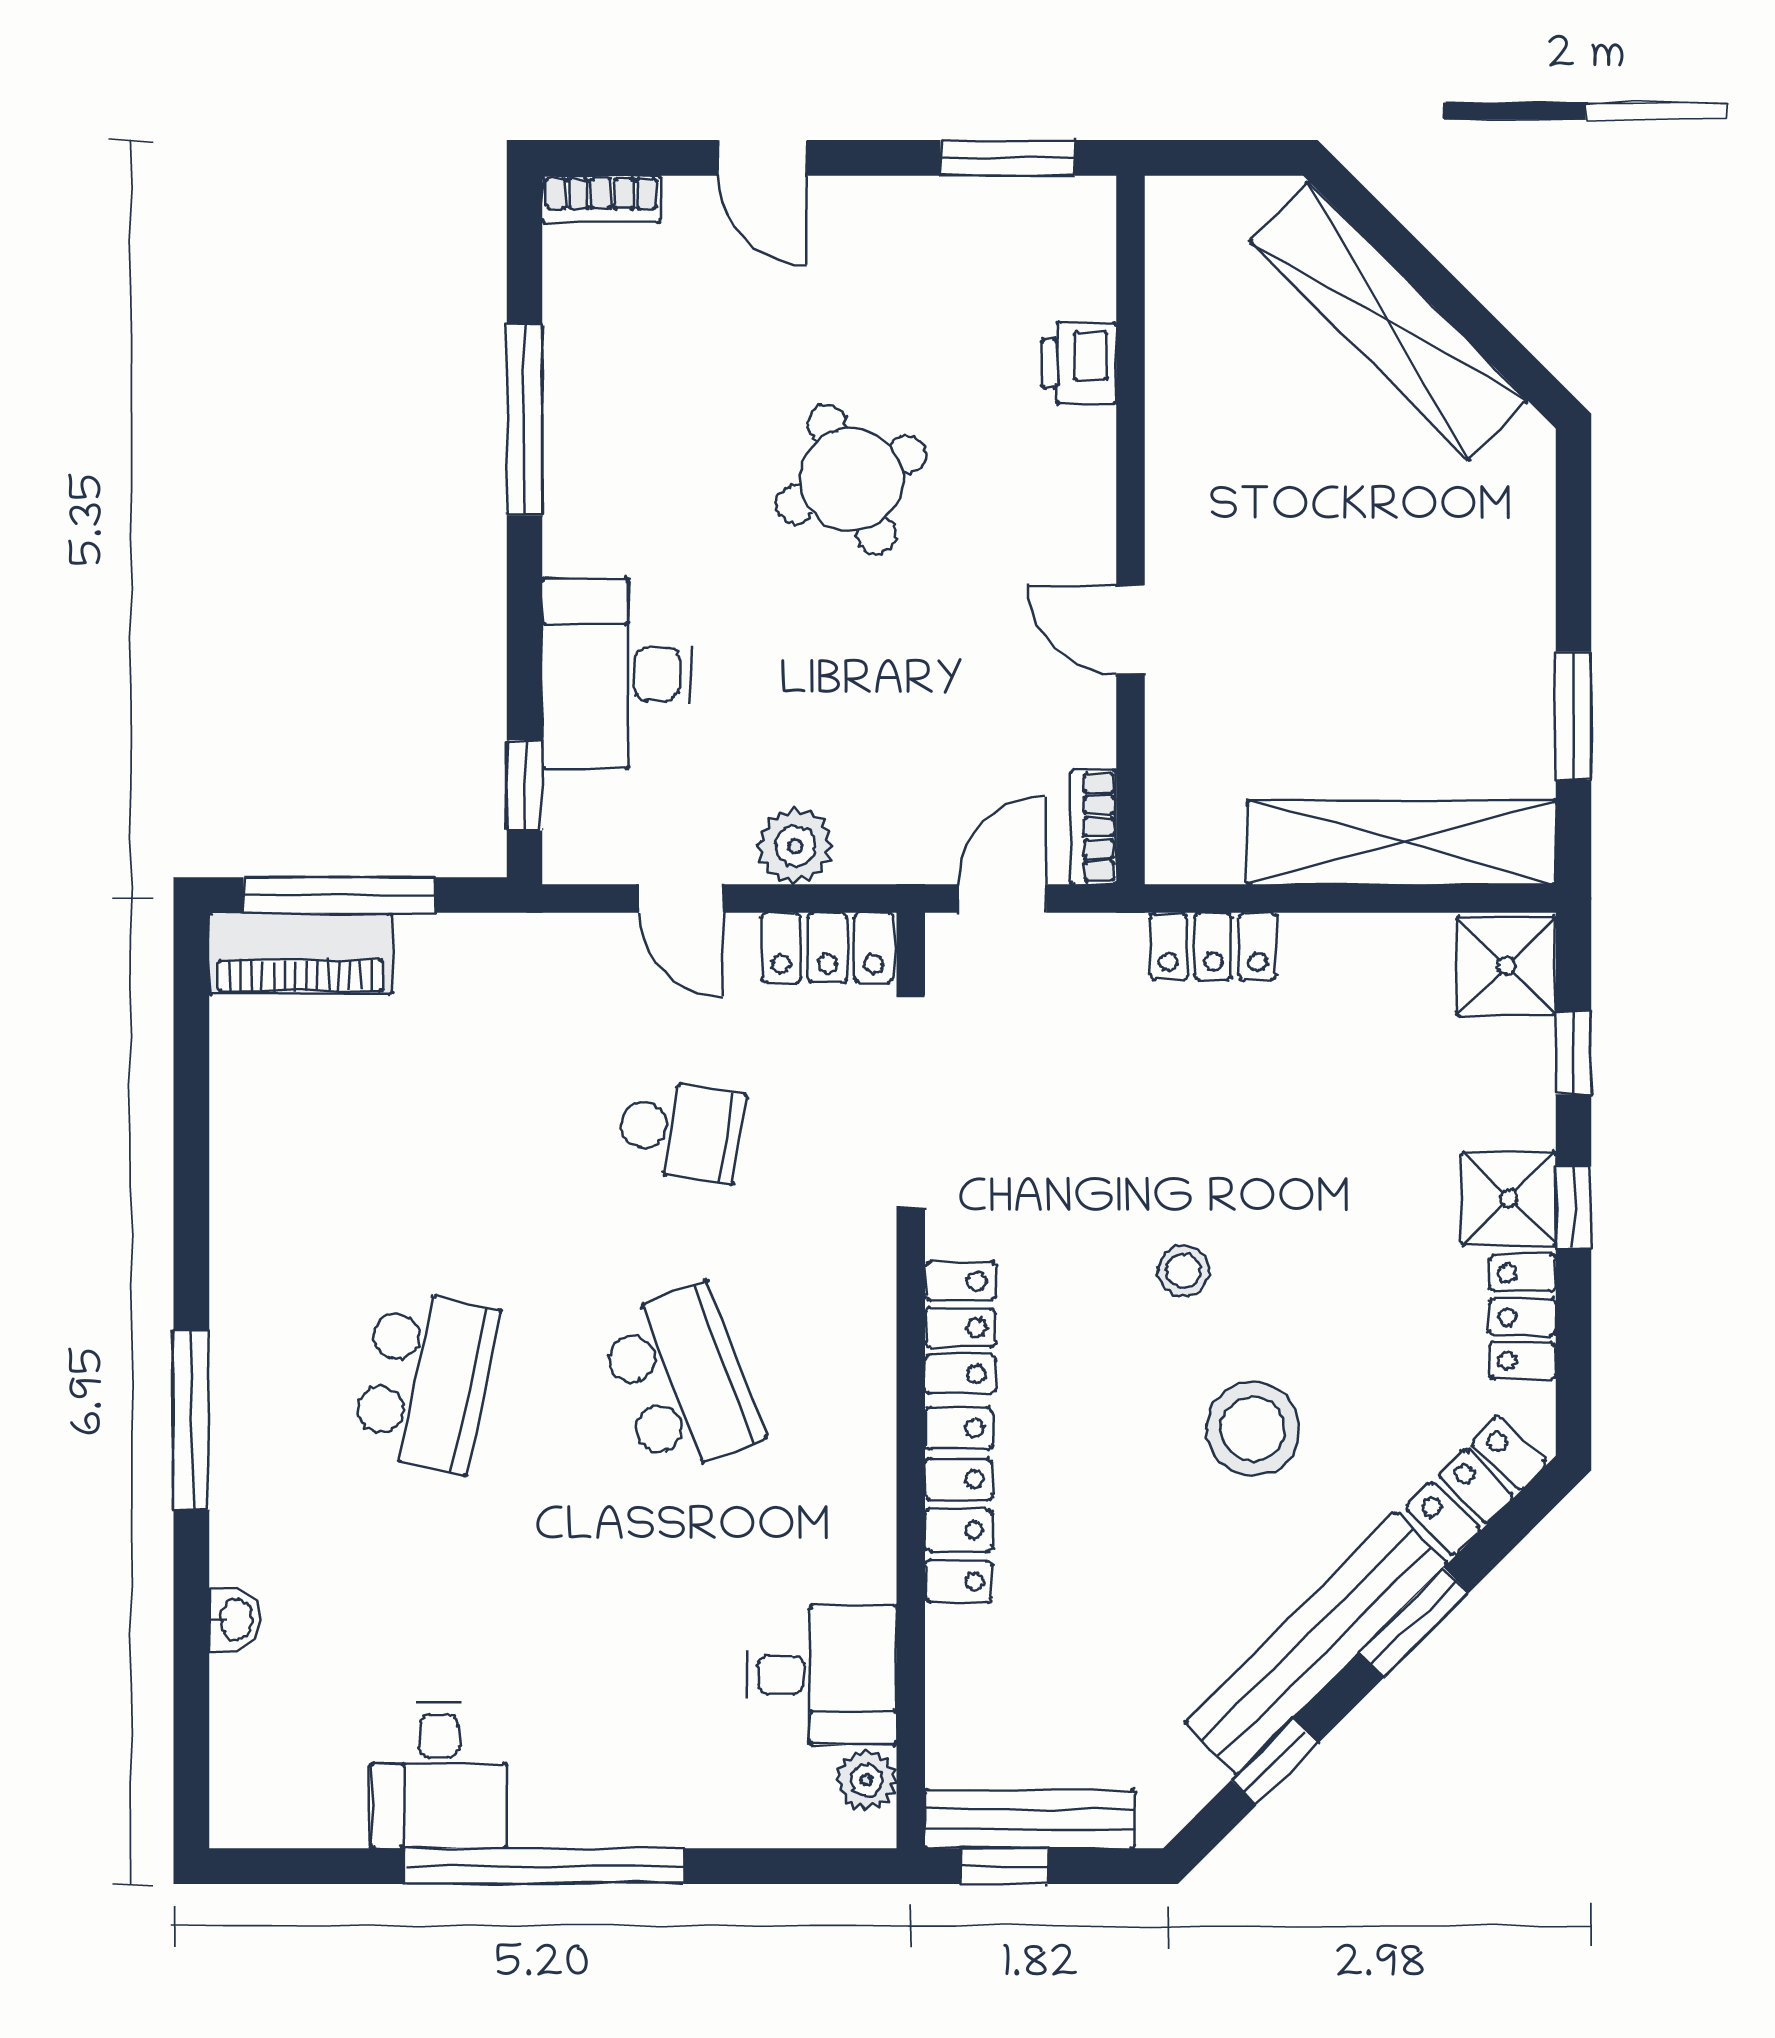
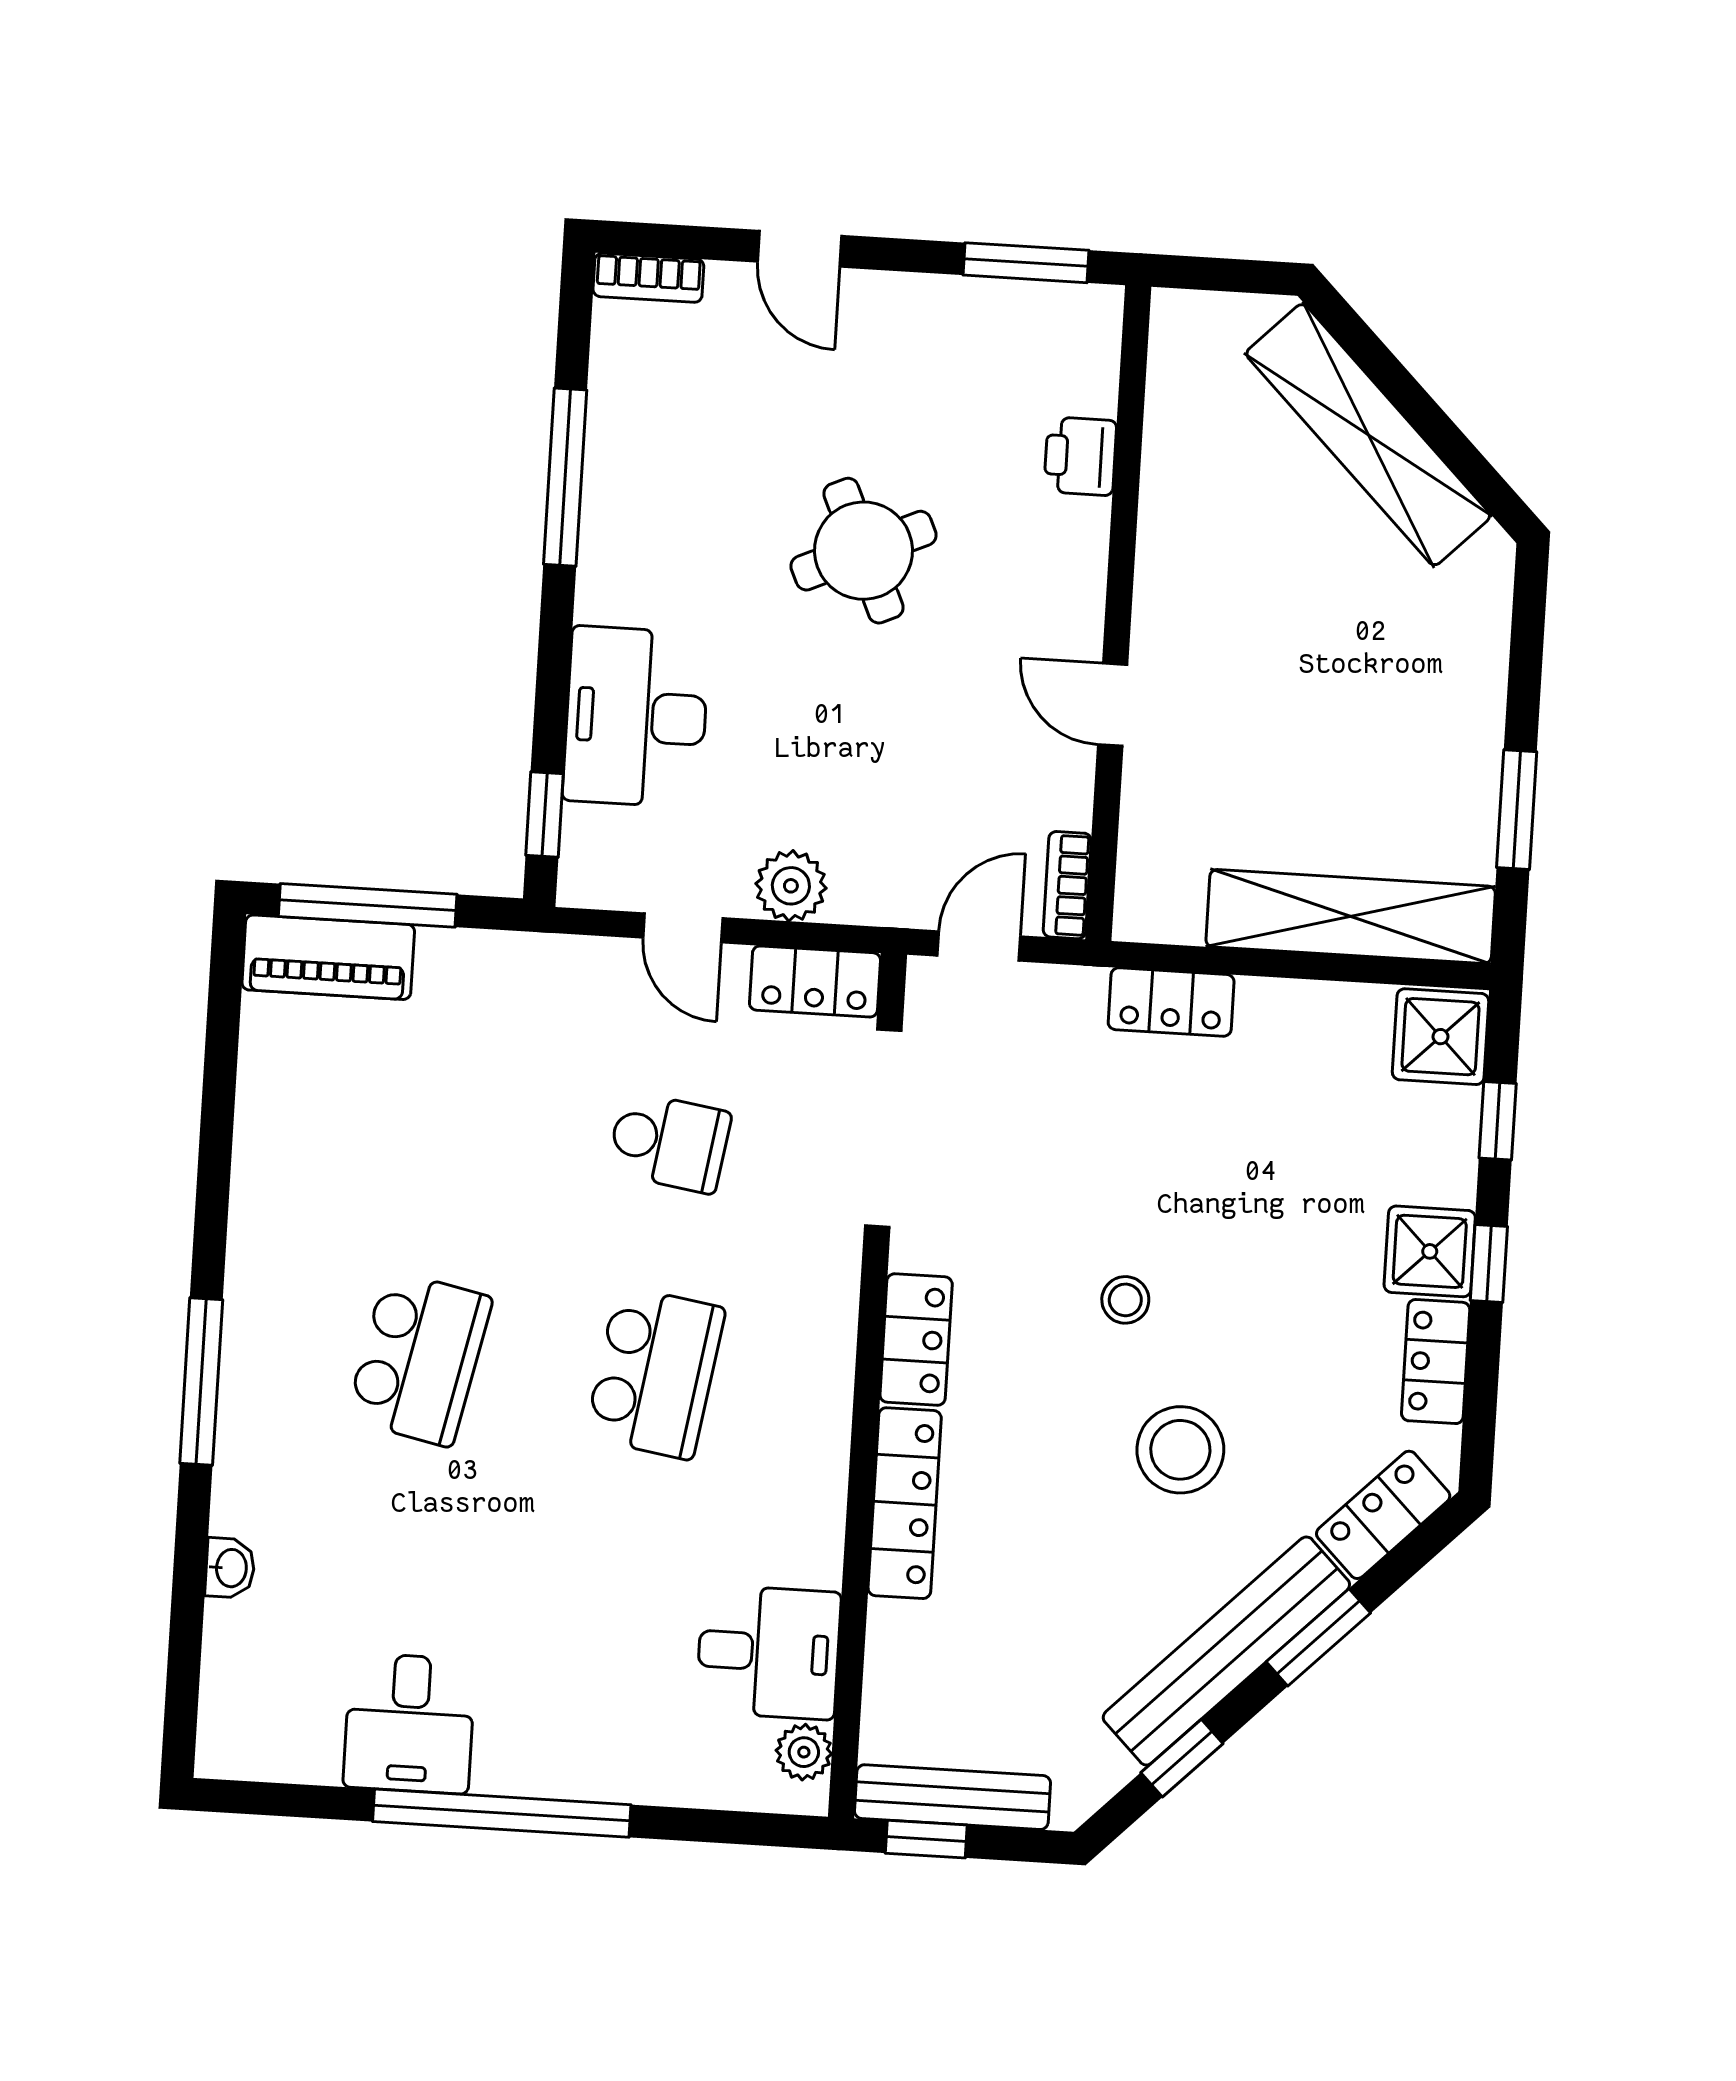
school desk: (681, 1381) -> (655, 1373), turned 30

